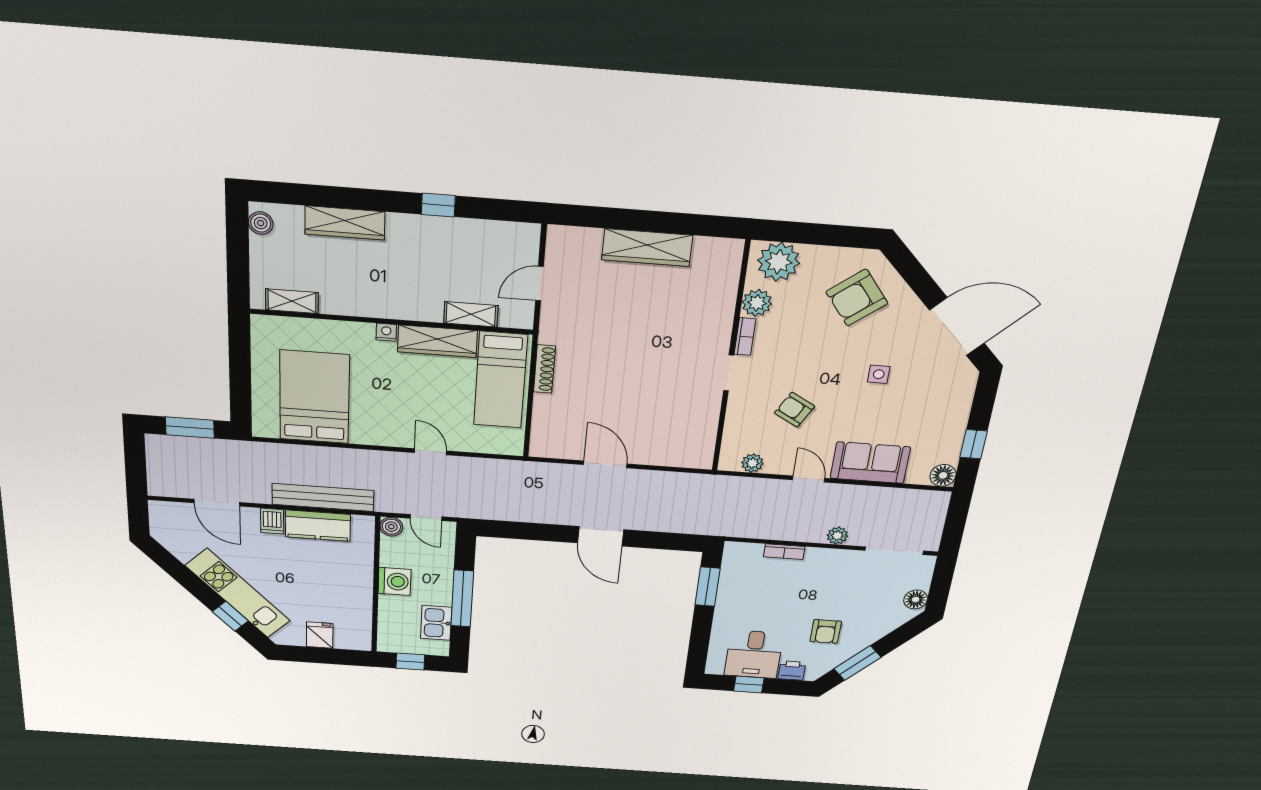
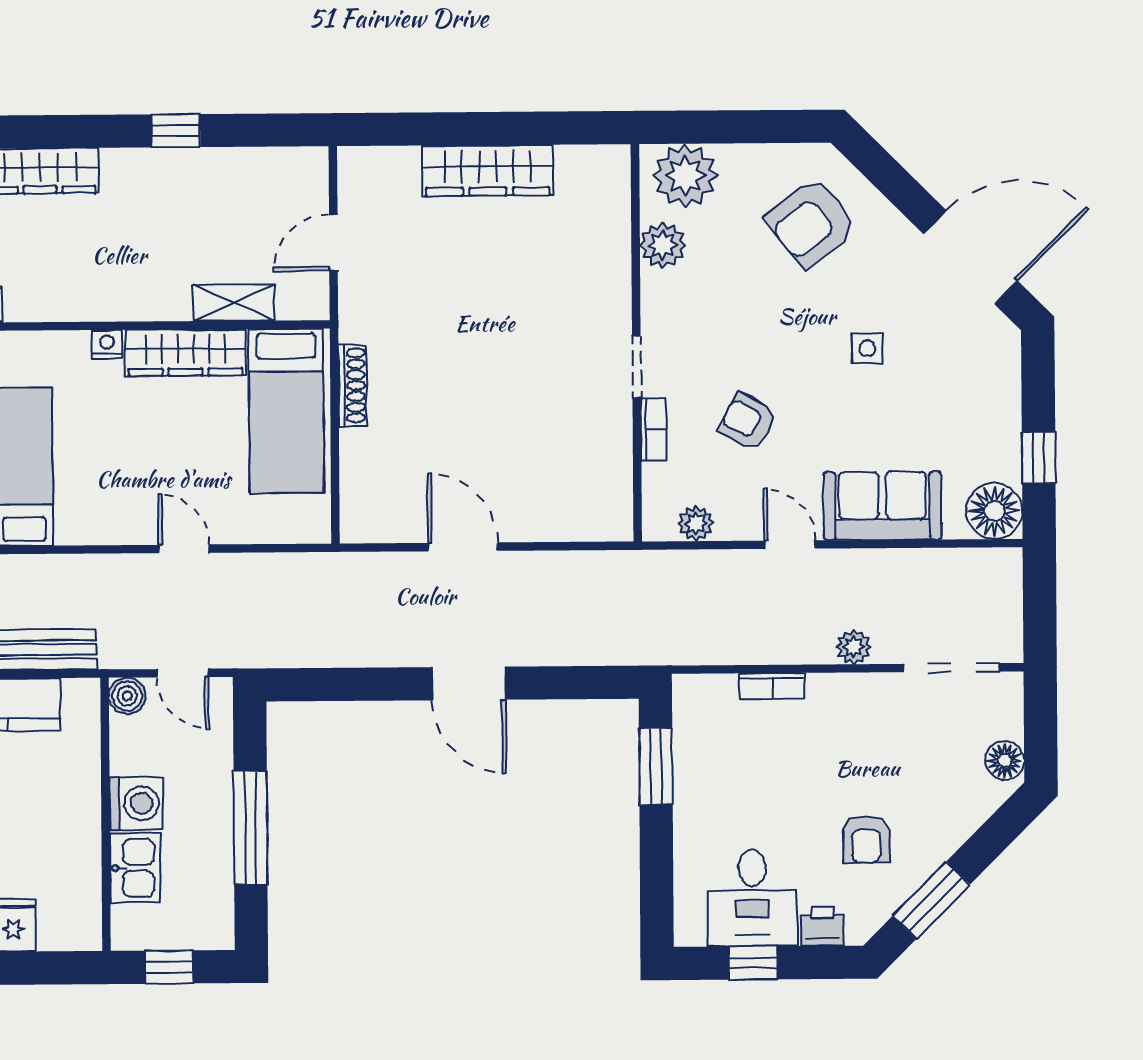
bookcase: (745, 337) -> (654, 429), moved
floor lamp: (943, 475) -> (994, 511), width x1.38, depth x1.38
kitchen sink: (436, 623) -> (135, 868), moved, turned 180

